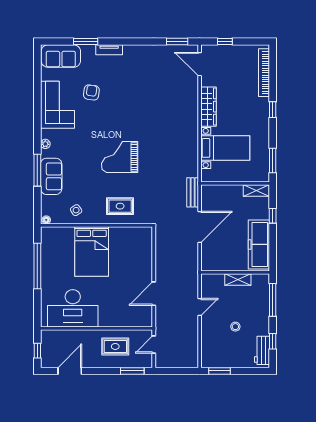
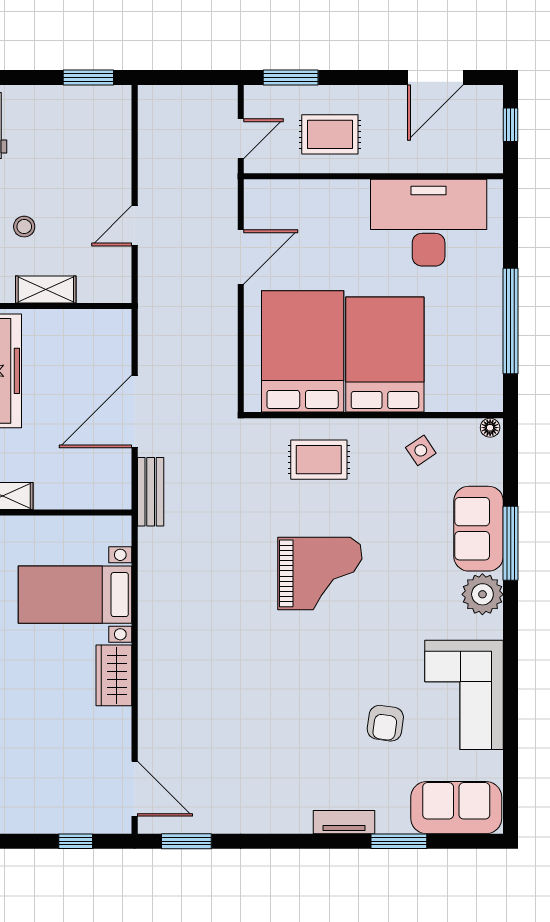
wardrobe: (208, 107) -> (114, 675), width x0.67
plant: (45, 144) -> (482, 594), width x1.88, depth x1.88
bed: (127, 253) -> (303, 351), added
stool: (235, 327) -> (24, 227), moved

